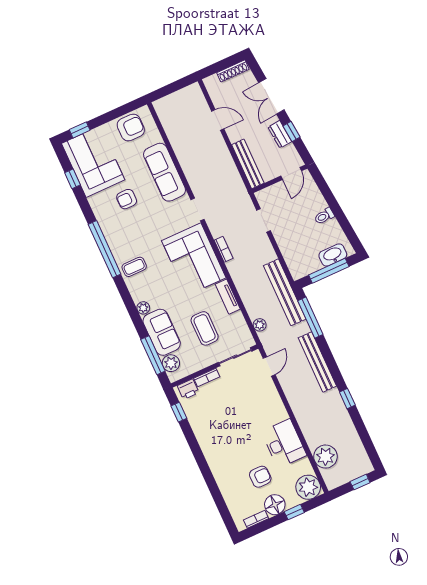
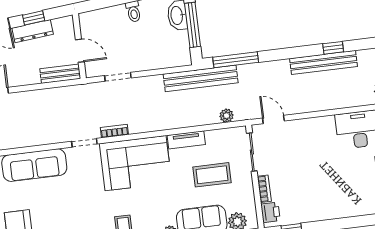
dresser: (280, 134) -> (33, 31), width x1.44
bench: (248, 164) -> (60, 74), width x0.73
door: (291, 173) -> (80, 51), moved
armchair: (127, 199) -> (50, 214), removed
bookcase: (224, 249) -> (114, 131), moved
bench: (317, 362) -> (324, 62), moved

